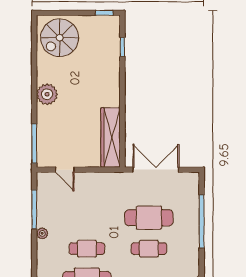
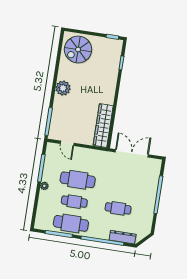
cafe table: (149, 218) -> (78, 180), moved

